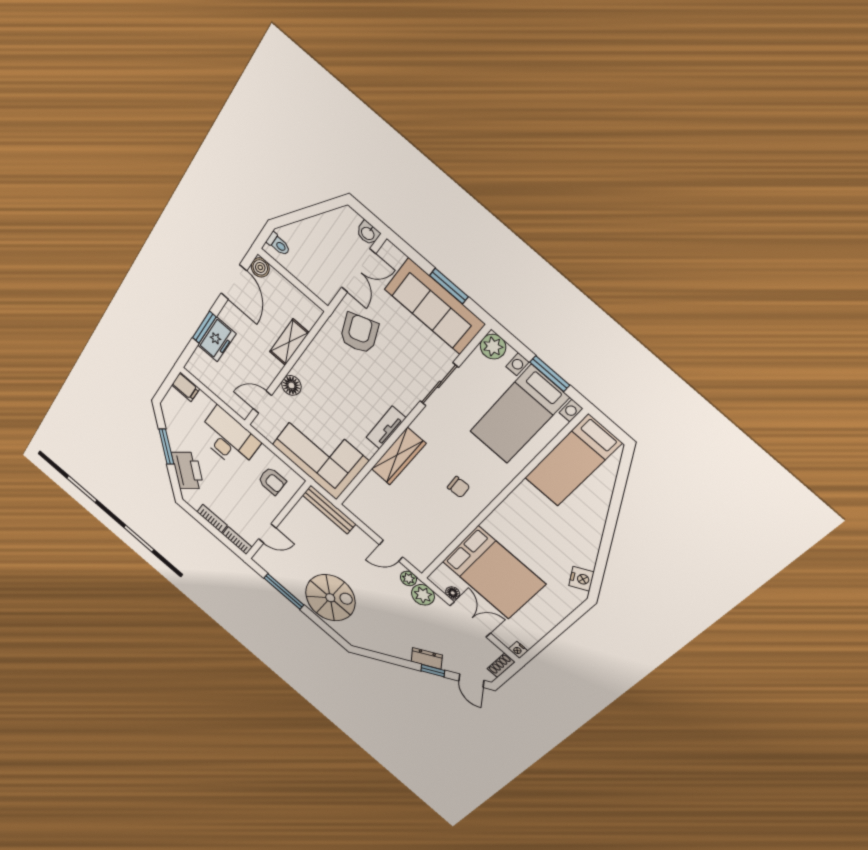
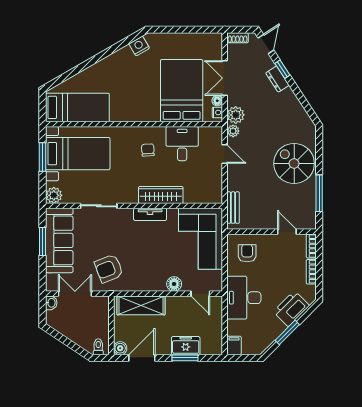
shelving: (289, 342) -> (141, 305), width x1.50, depth x1.33
bench: (329, 510) -> (233, 208), width x0.73
desk: (436, 524) -> (182, 144), added
nightstand: (518, 650) -> (217, 112), moved

